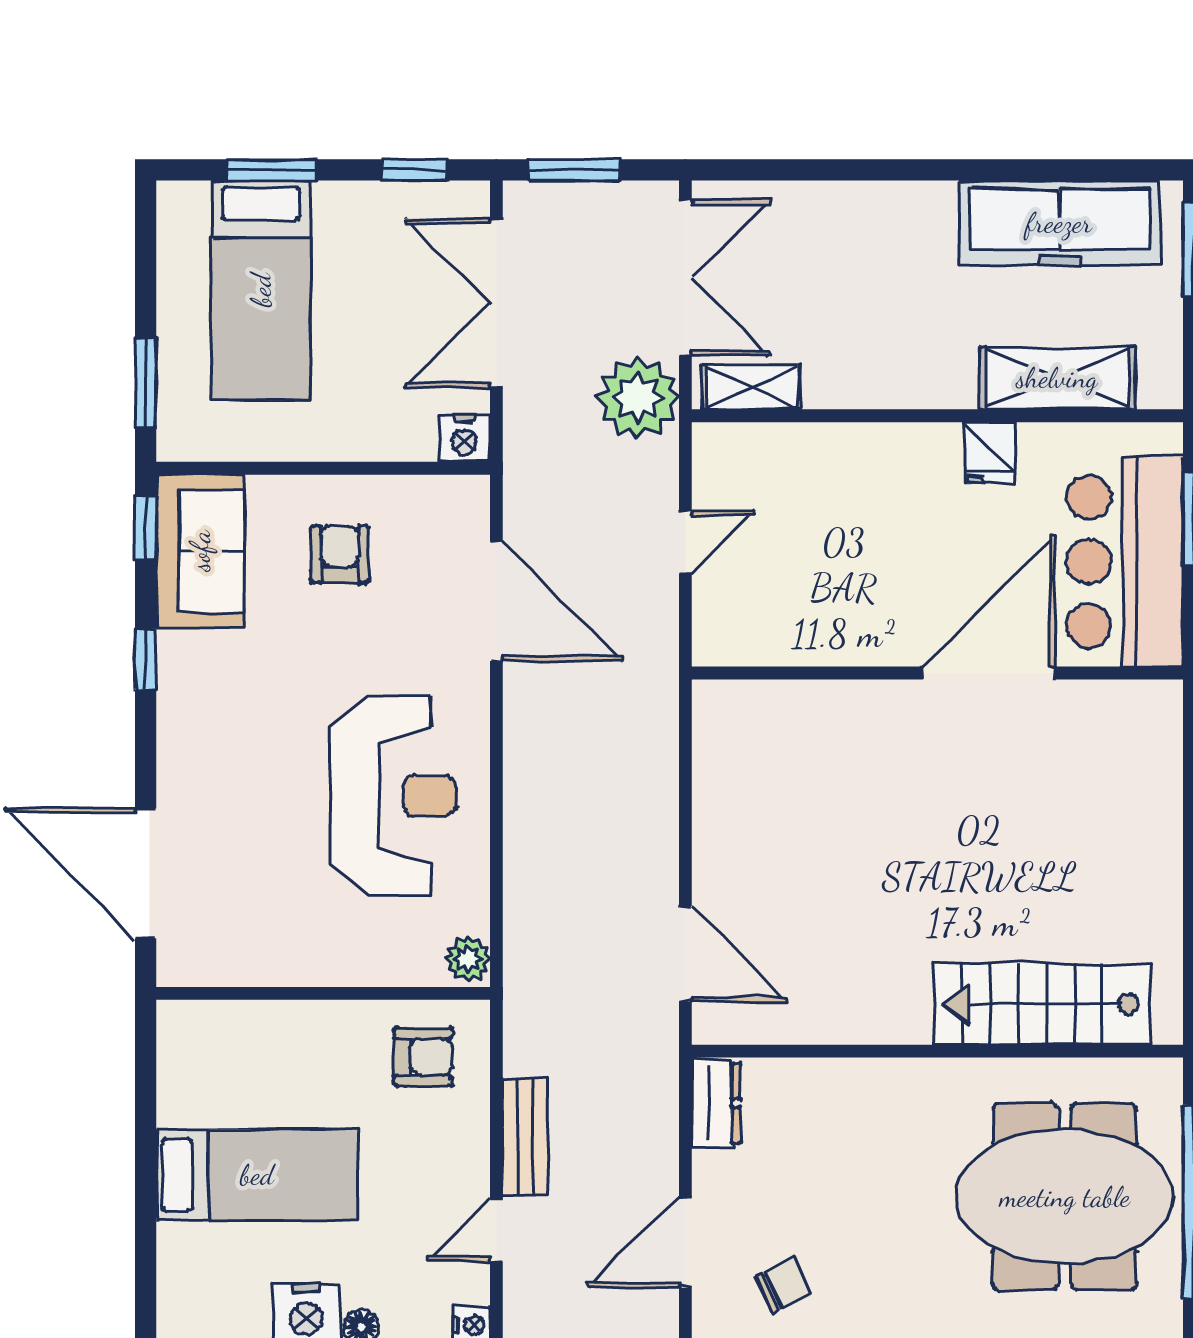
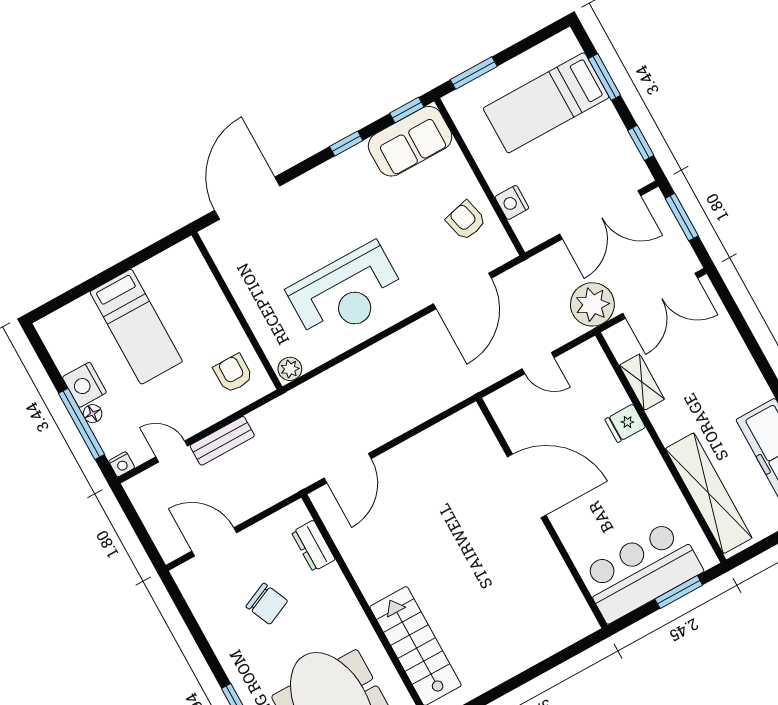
double door: (496, 303) -> (600, 215), swing flipped
shelving: (1057, 378) -> (709, 493), width x1.47
shelving: (752, 387) -> (642, 382), moved
nightstand: (464, 438) -> (512, 203), moved
fridge: (989, 453) -> (625, 423), moved
armchair: (340, 554) -> (466, 221), moved, turned -104
door: (989, 673) -> (527, 486), moved
armchair: (423, 1057) -> (233, 373), turned 180
dresser: (716, 1103) -> (313, 546), moved, turned 90
chair: (783, 1286) -> (267, 604), moved, width x1.37, depth x1.37

